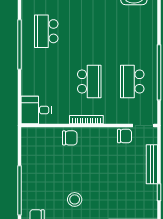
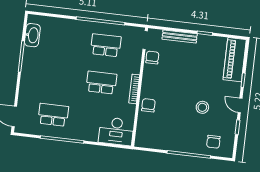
school desk: (46, 31) -> (53, 115), turned 180
school desk: (132, 82) -> (106, 45), turned 180
desk: (36, 110) -> (116, 131), width x1.37

